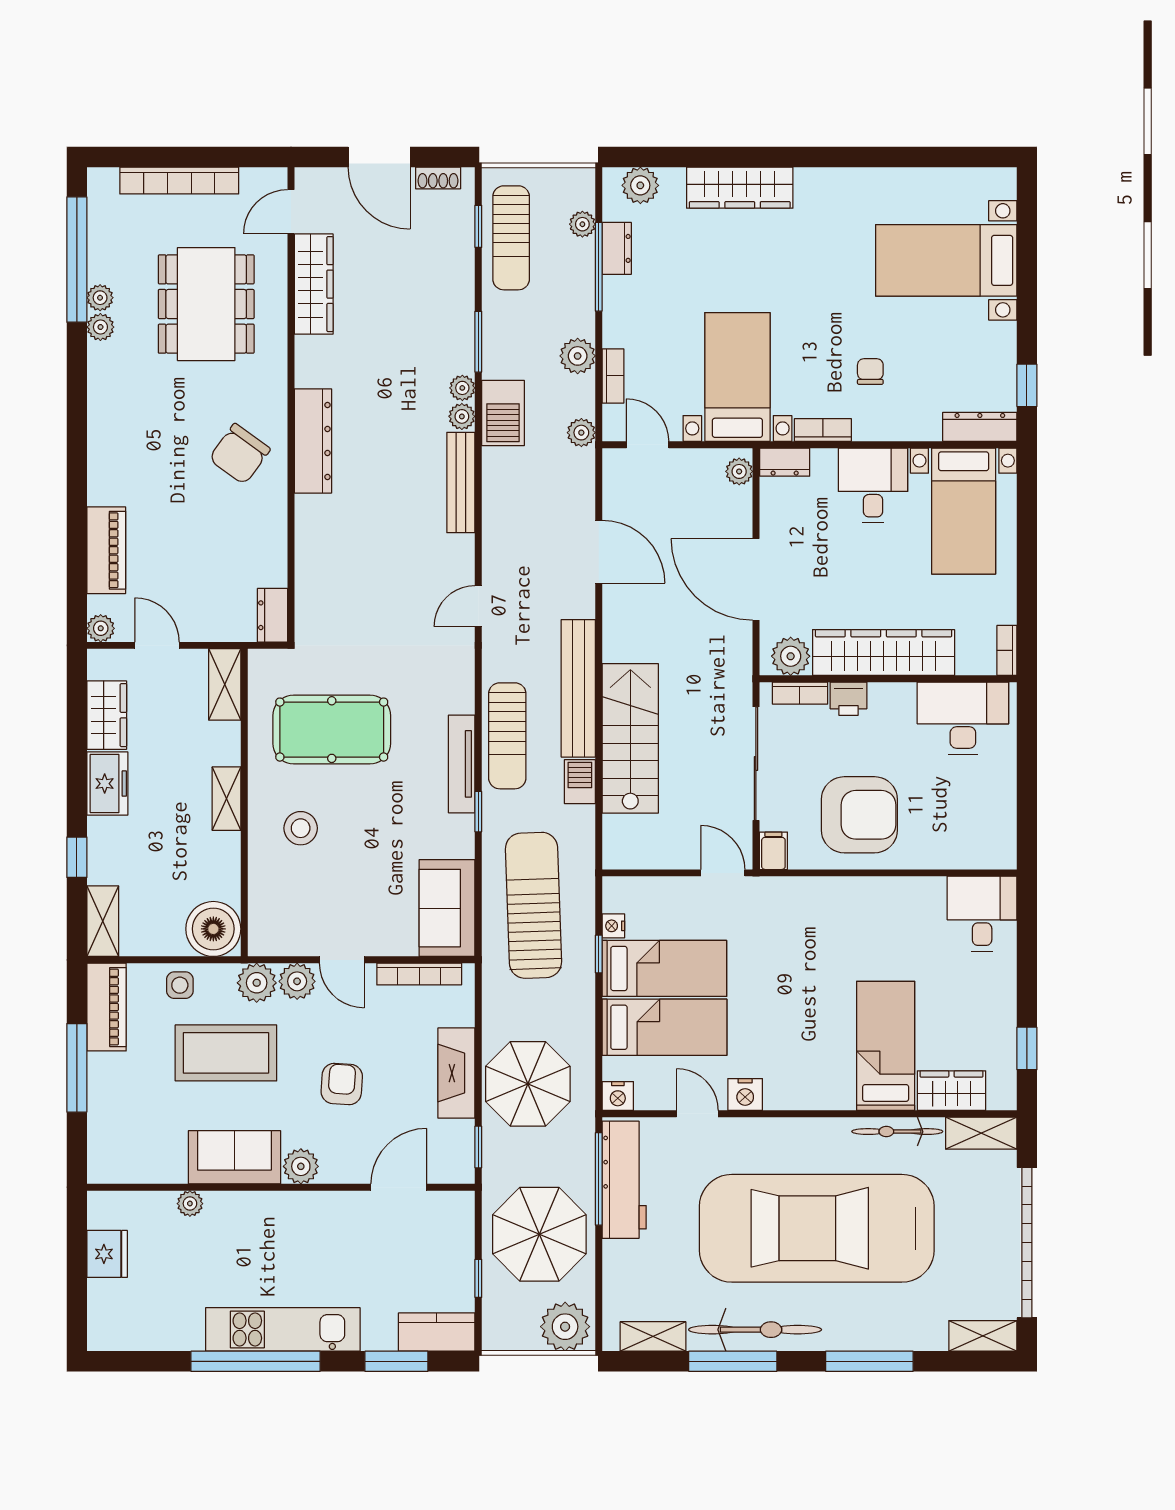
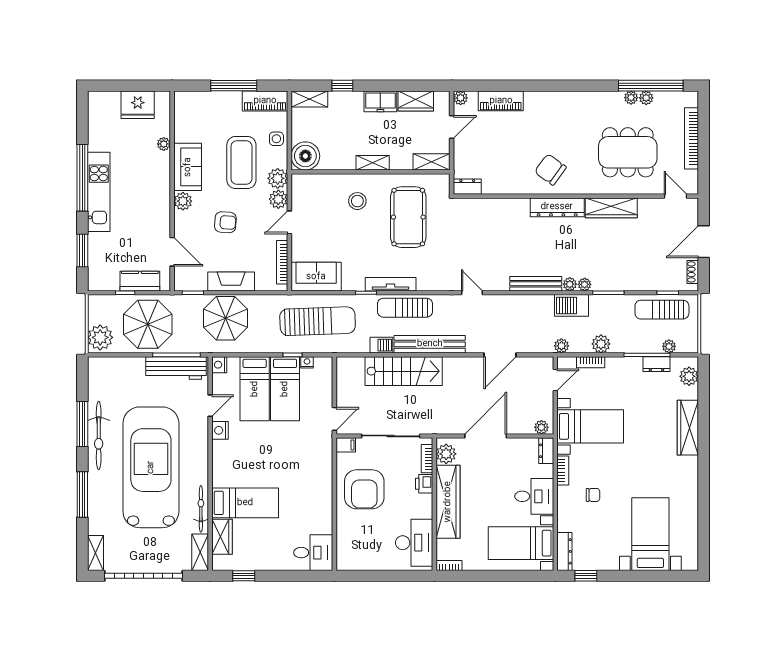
wardrobe: (314, 284) -> (611, 208), moved
plant: (100, 327) -> (646, 98), moved
fridge: (107, 1254) -> (138, 105), width x1.36, depth x1.34
kitchen counter: (437, 1332) -> (140, 281), moved, turned -90
shelving: (653, 1336) -> (95, 383), removed

